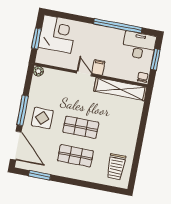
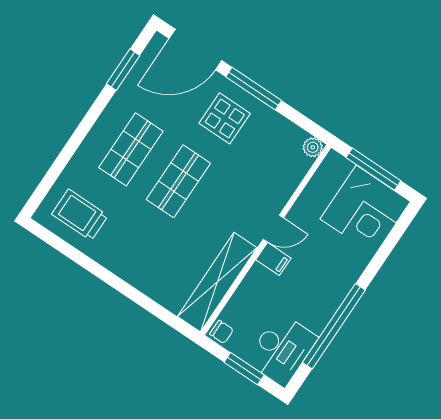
window: (36, 38) -> (373, 169), width x1.44

